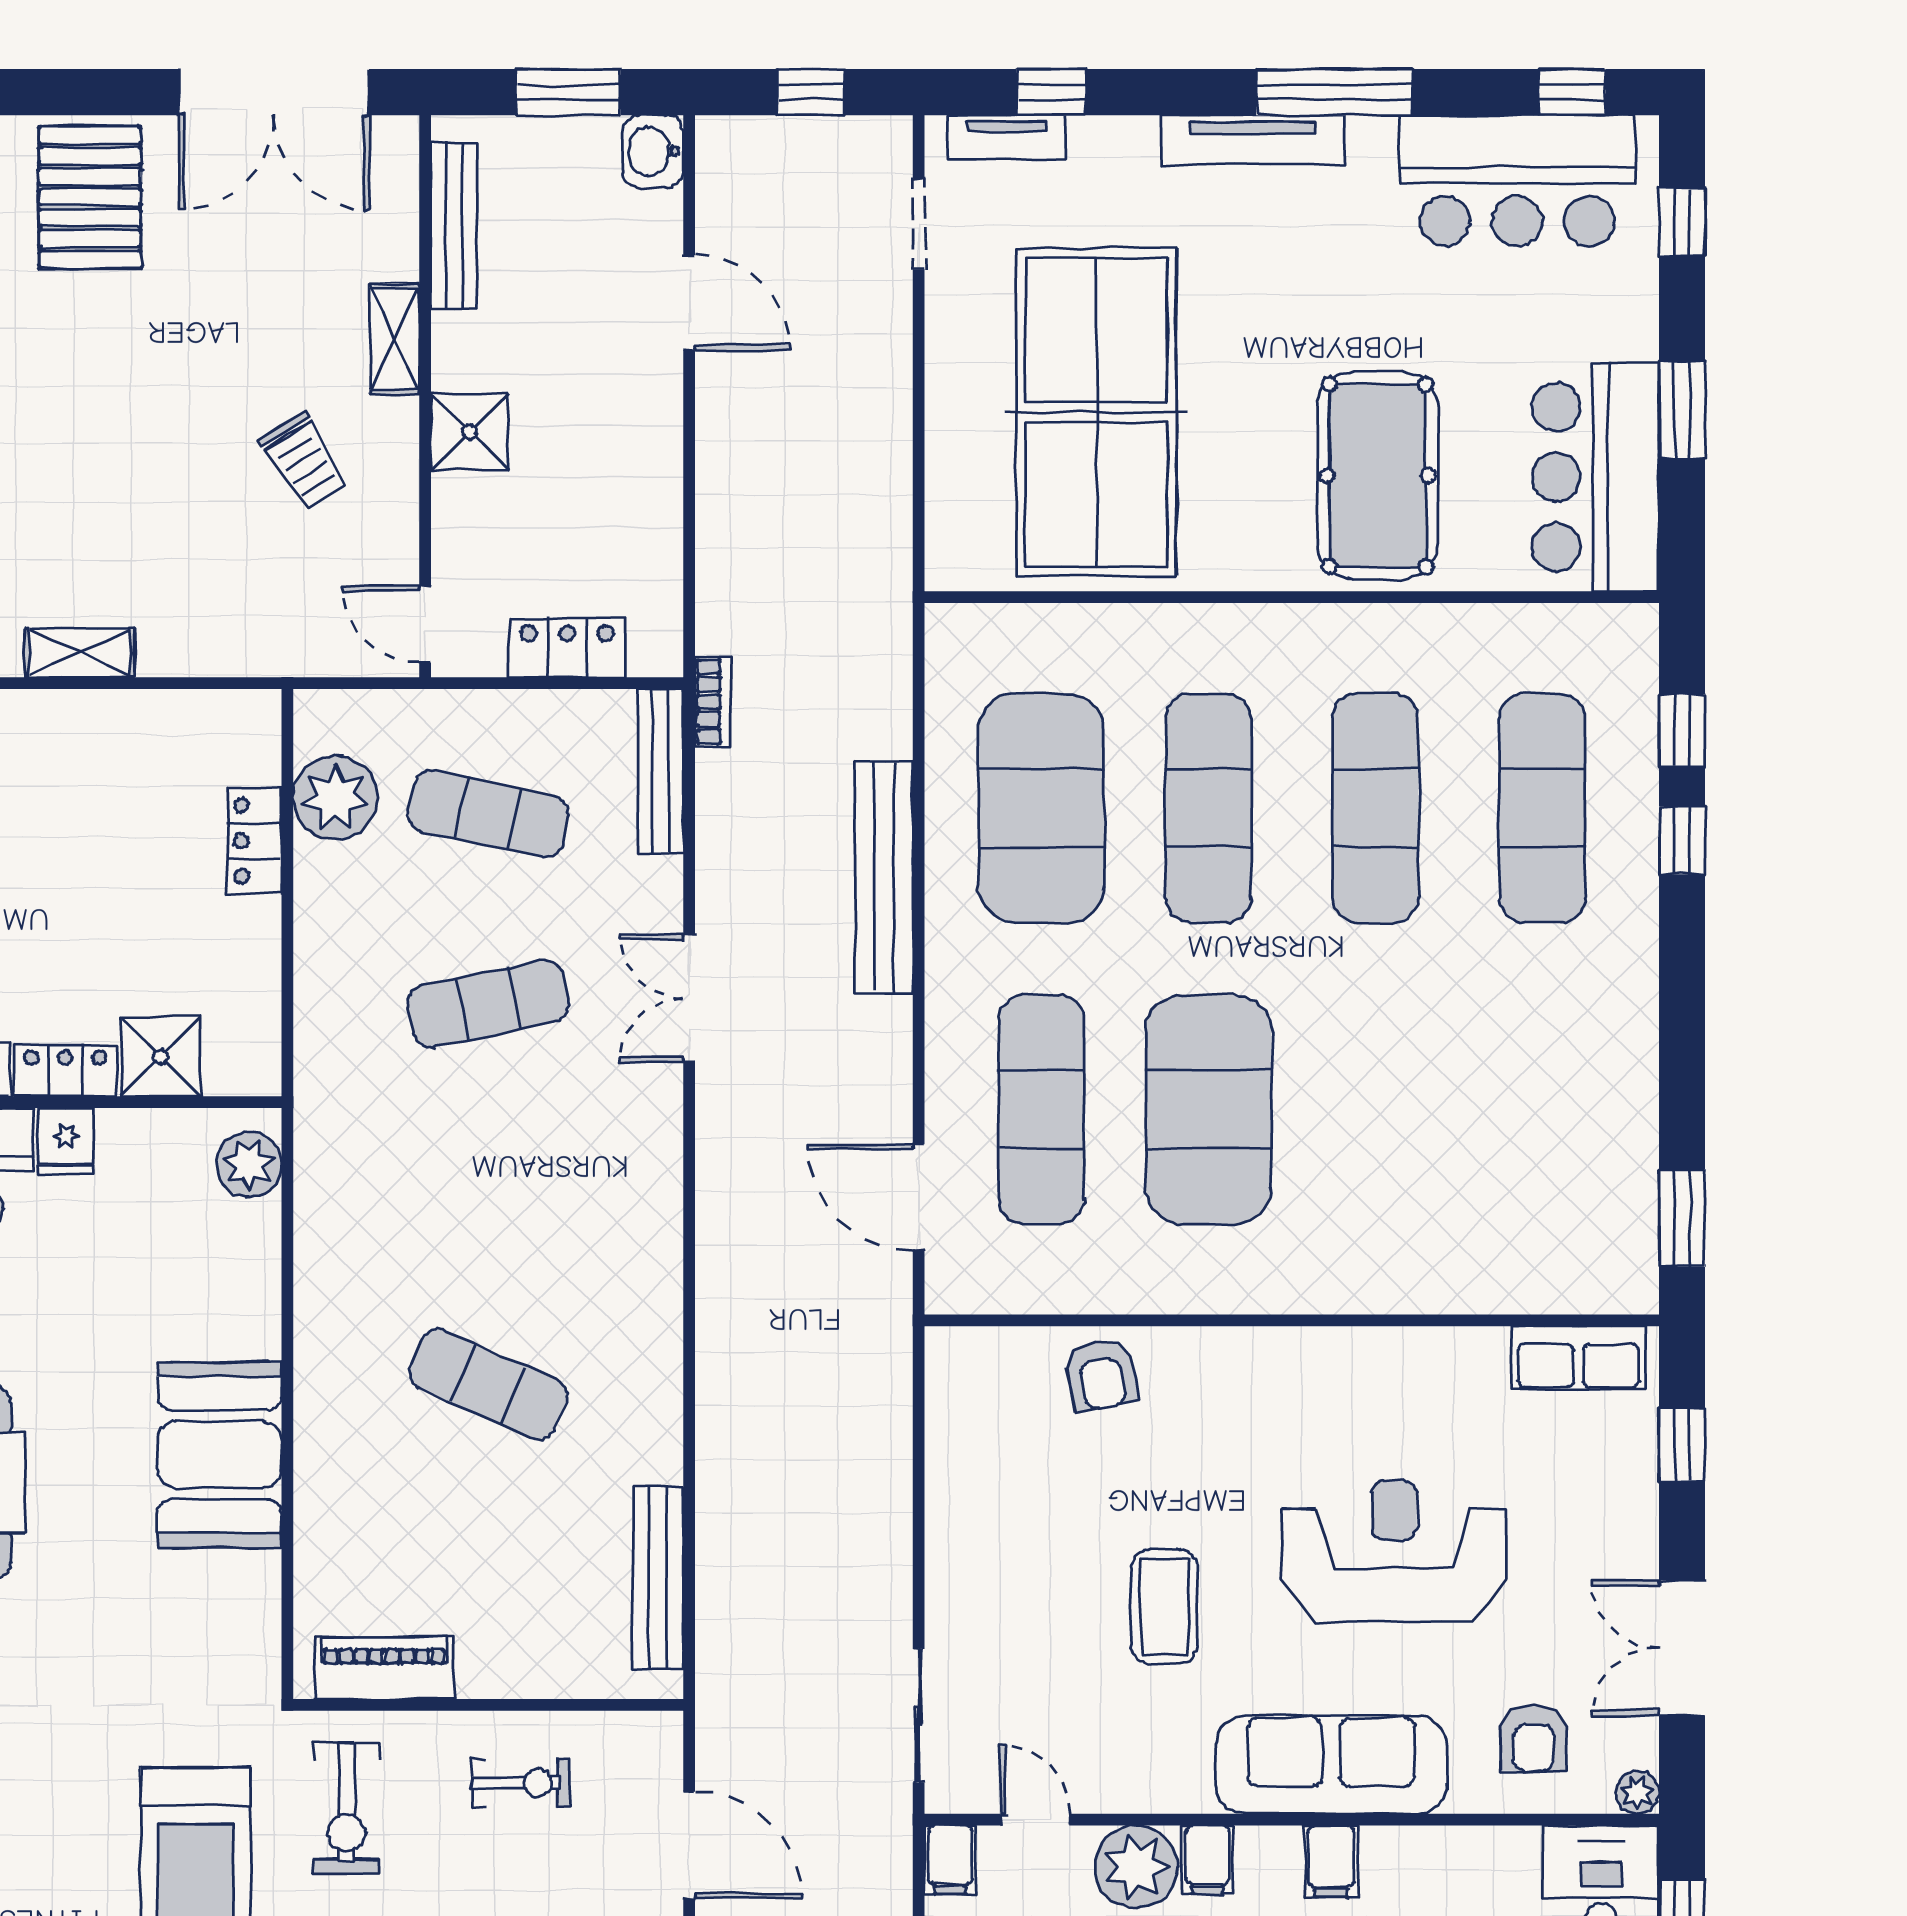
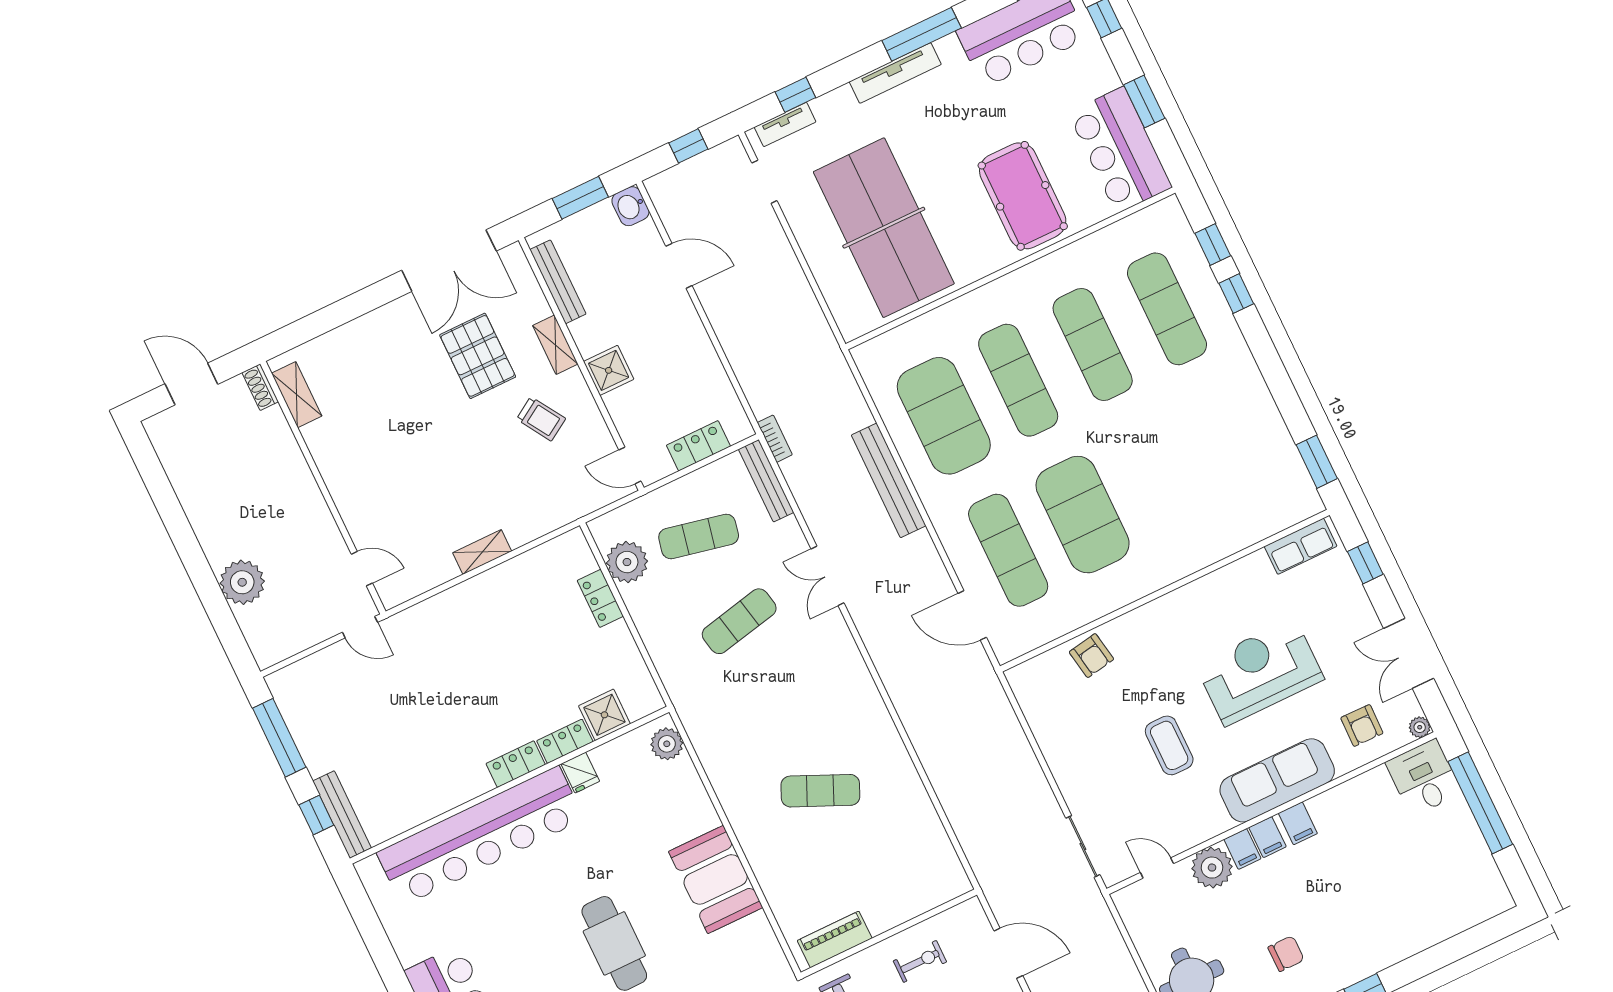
pallet: (90, 197) -> (478, 356), moved
bench: (658, 1577) -> (937, 840), removed
filing cabinet: (950, 1860) -> (1267, 837), moved

